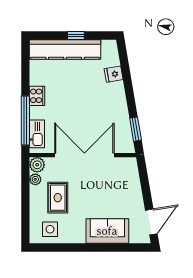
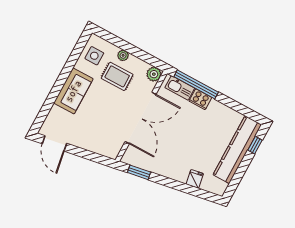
window: (76, 35) -> (255, 145), moved
cooker: (37, 96) -> (200, 99), moved
plant: (35, 179) -> (123, 55), moved
sofa: (107, 231) -> (73, 91), moved

